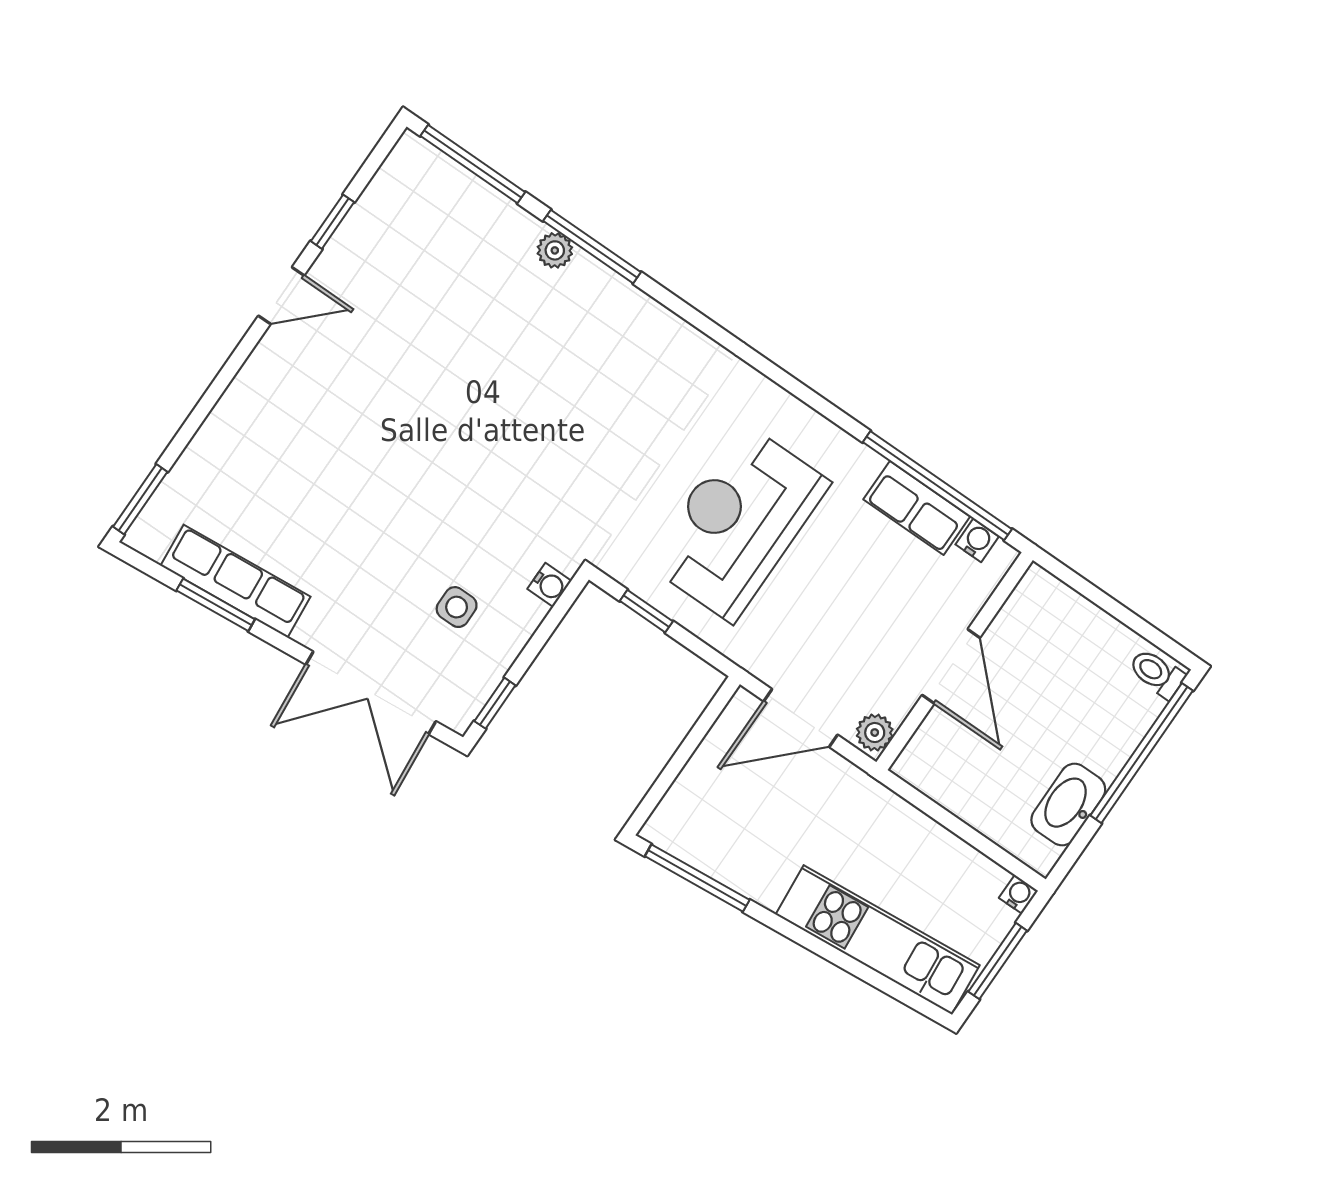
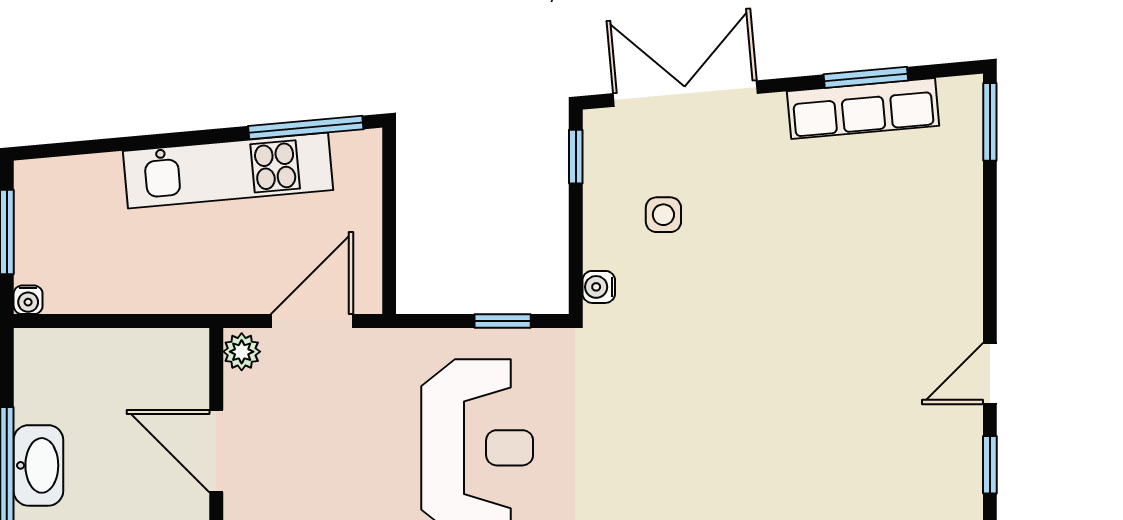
washbasin: (1068, 805) -> (38, 465), moved
kitchen unit: (878, 940) -> (228, 171), moved

